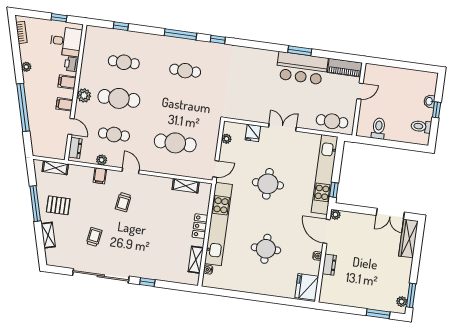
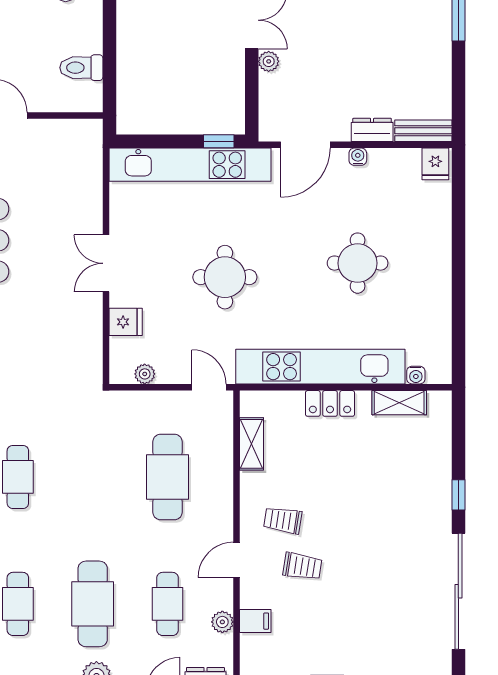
cafe table: (332, 121) -> (80, 164), removed
plant: (335, 215) -> (269, 61), moved
trolley: (94, 237) -> (283, 520), moved
fridge: (307, 287) -> (435, 164), width x0.53, depth x0.75
bench: (325, 289) -> (423, 131), added

